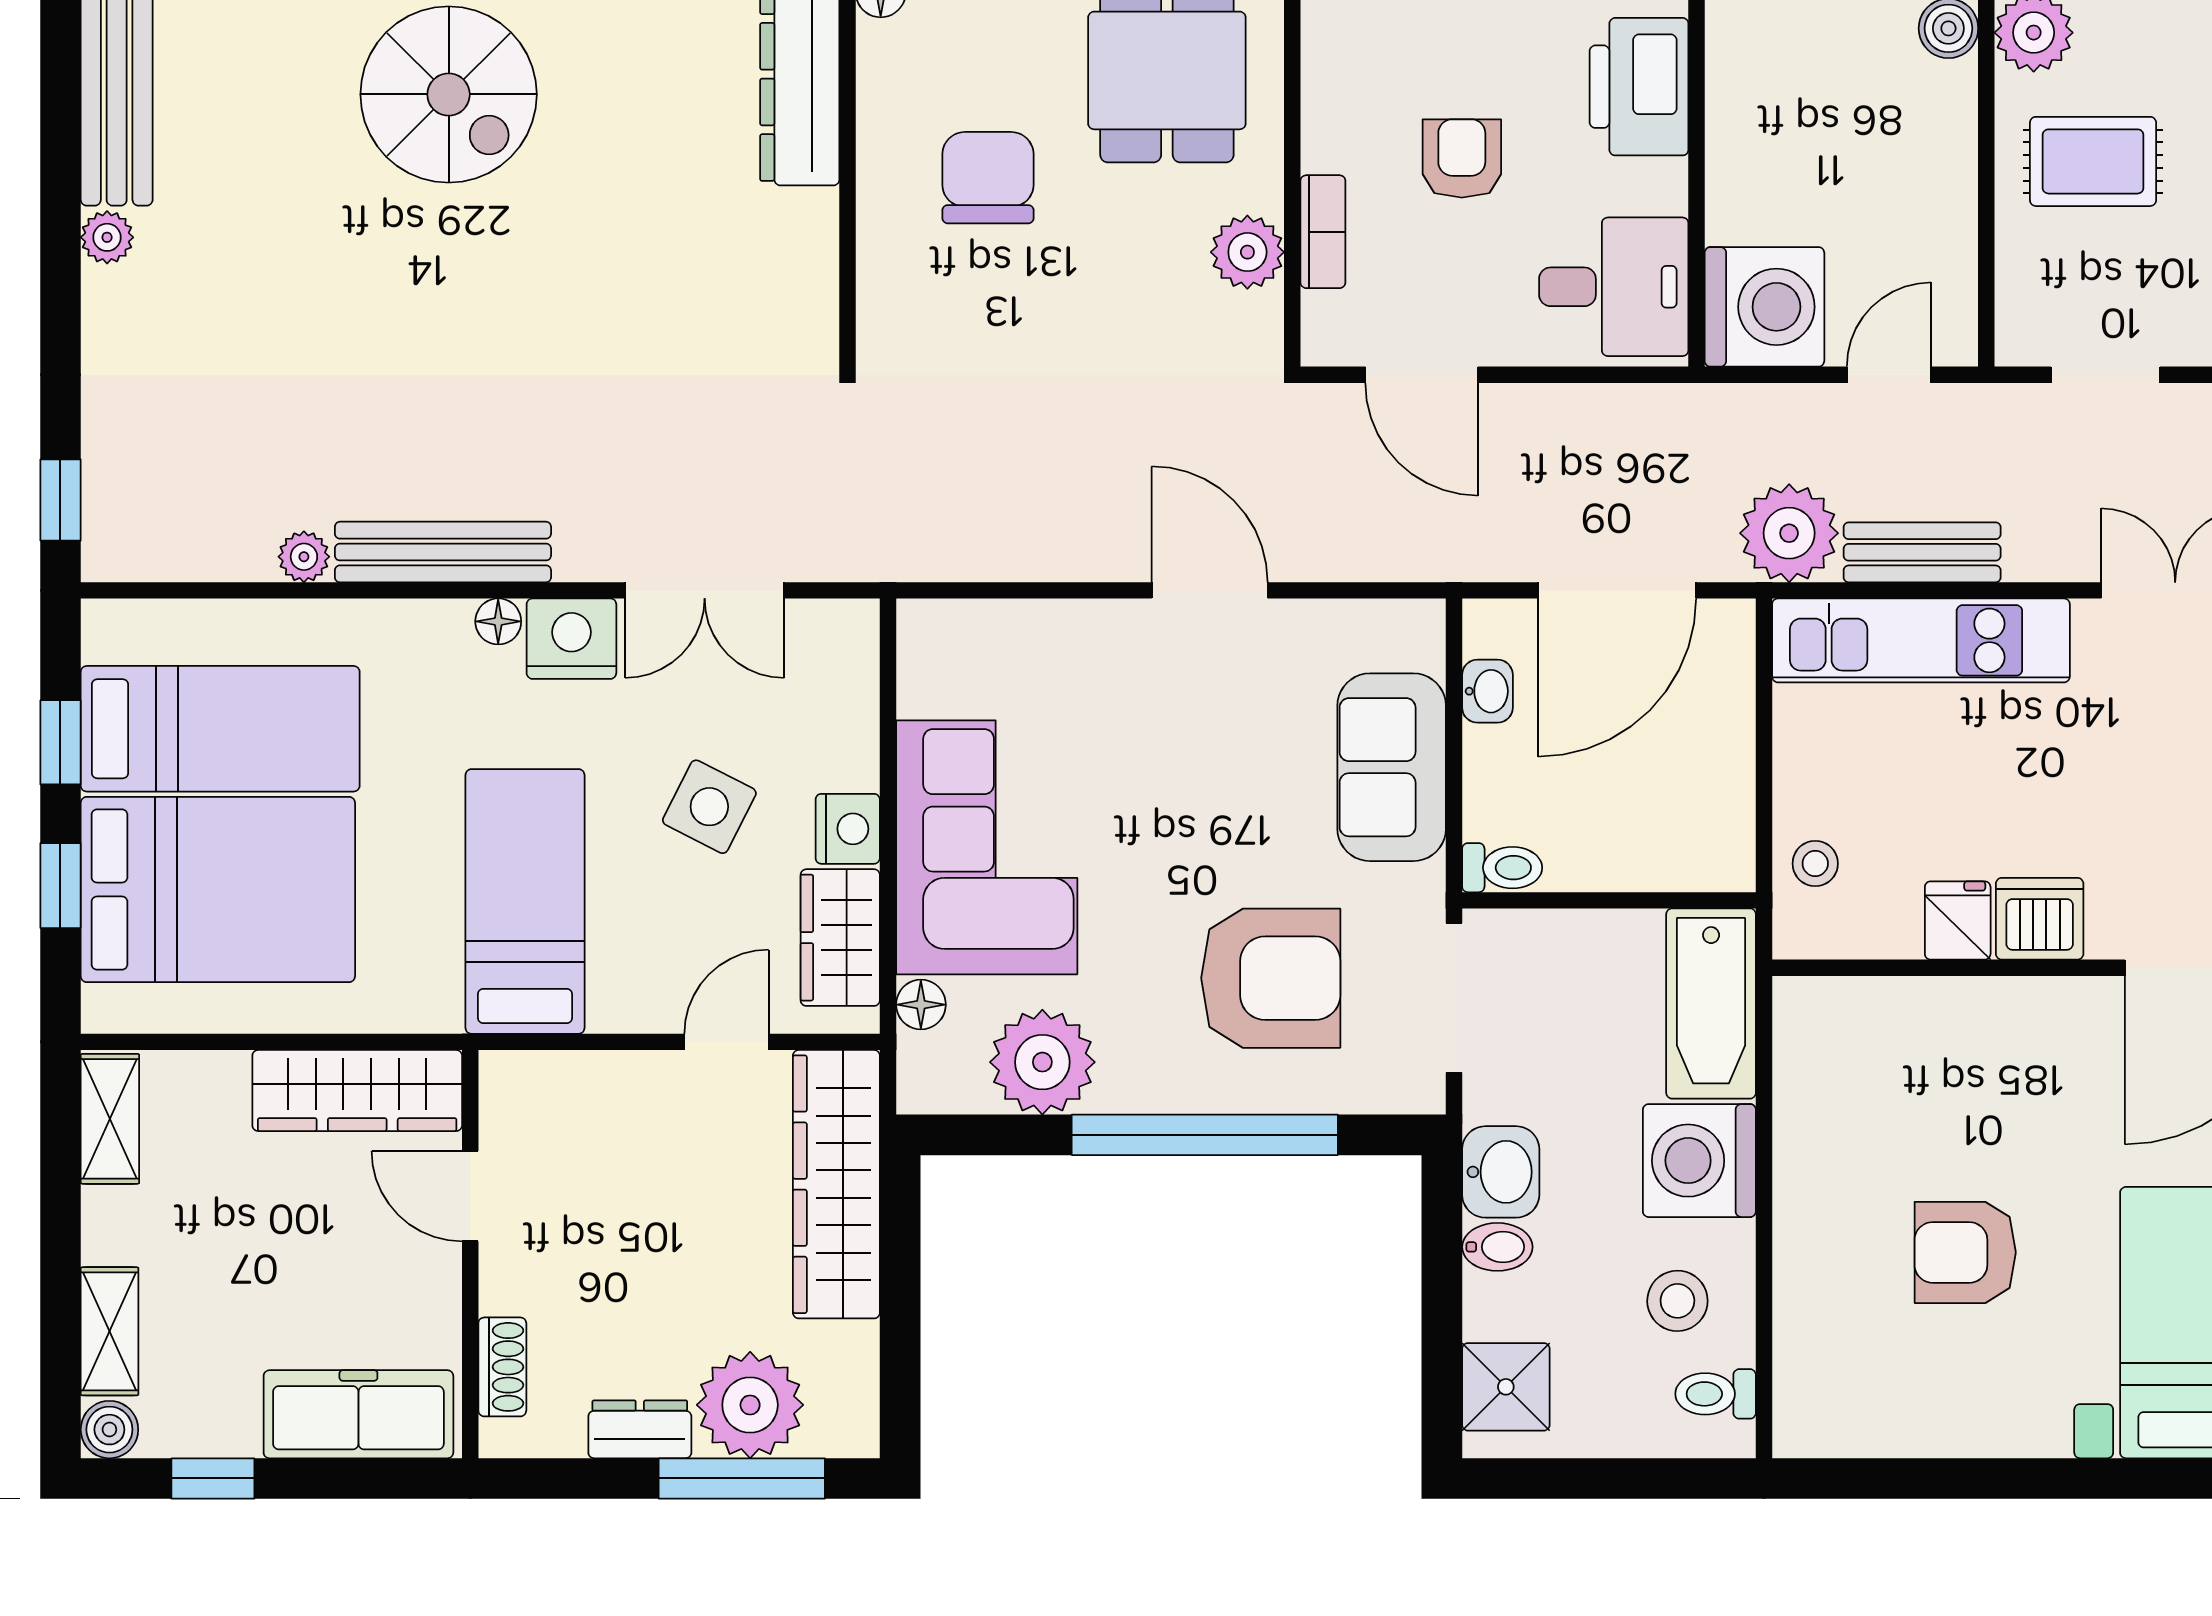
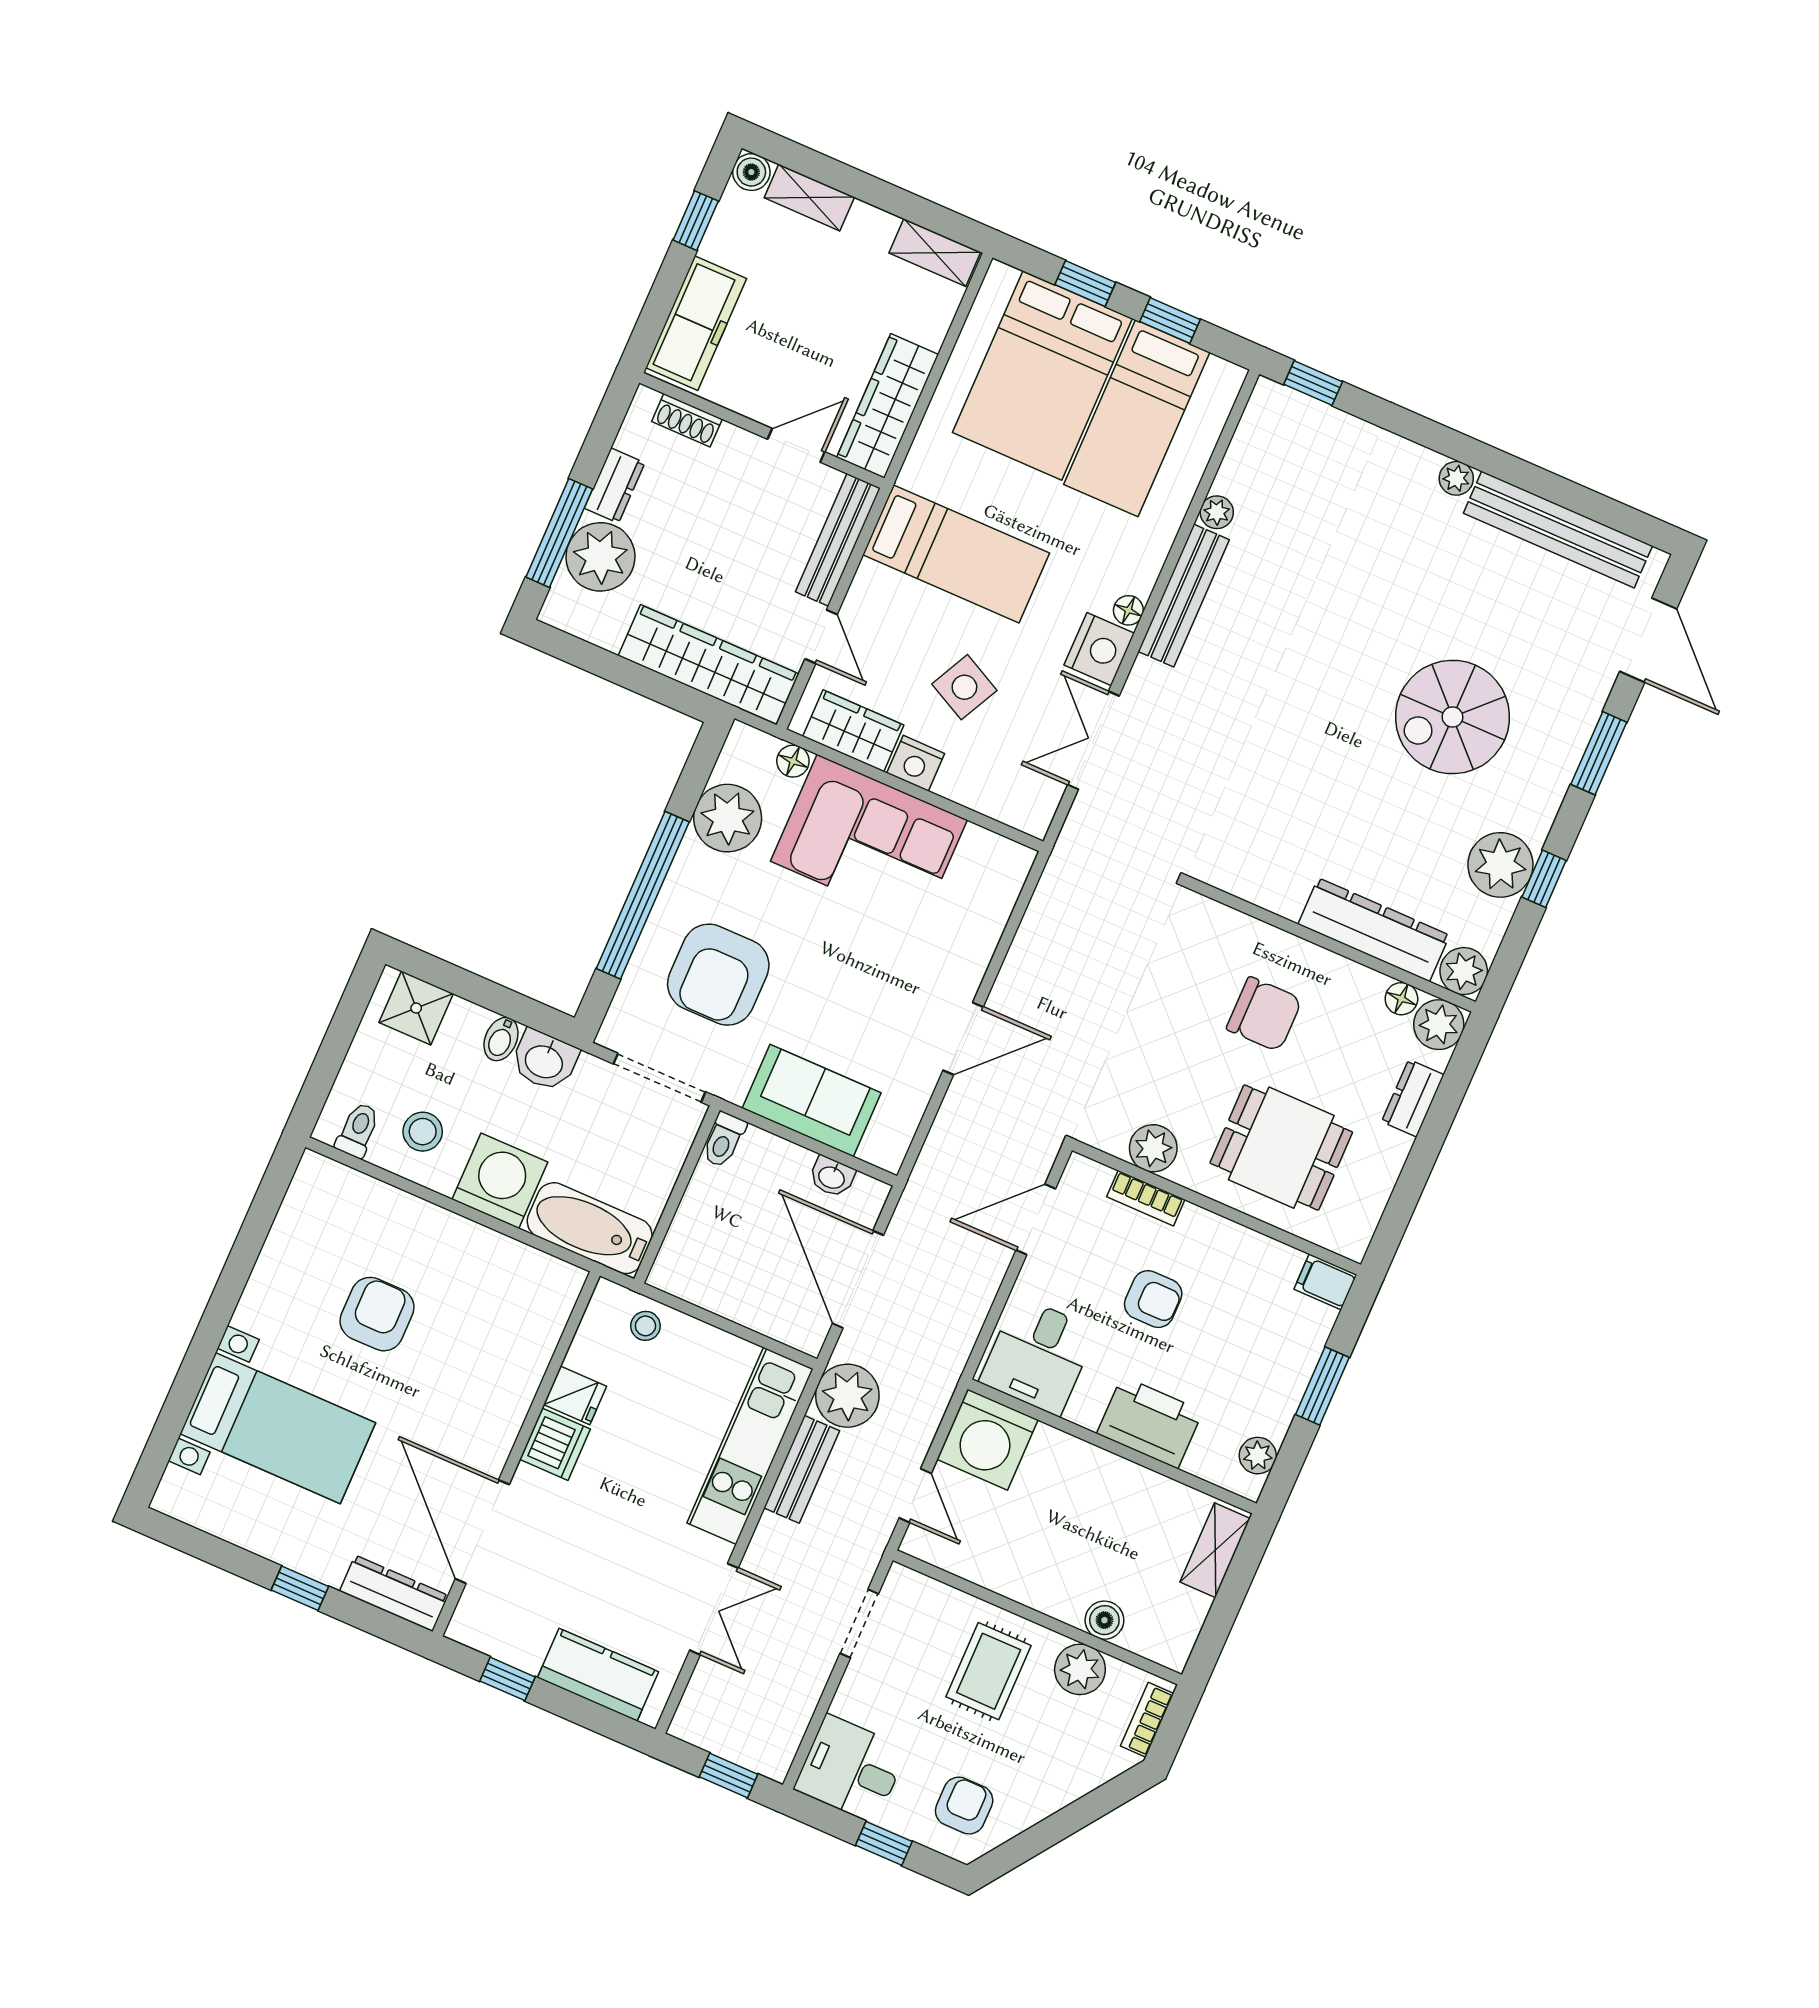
bench: (579, 1078) -> (838, 540), added

